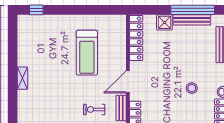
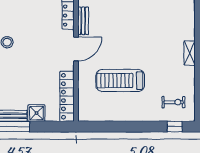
treadmill: (87, 53) -> (120, 80), turned -90
exercise bike: (94, 109) -> (174, 102), moved

